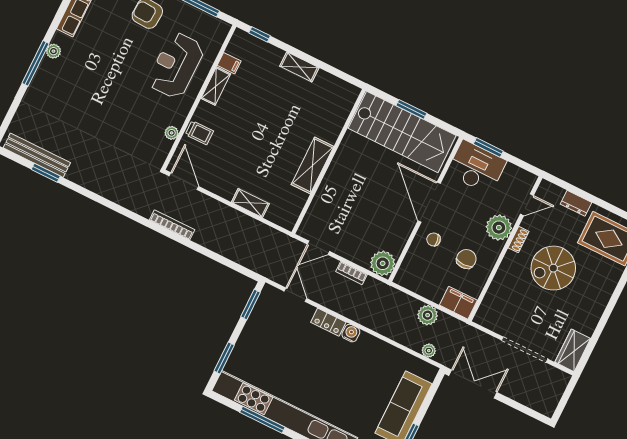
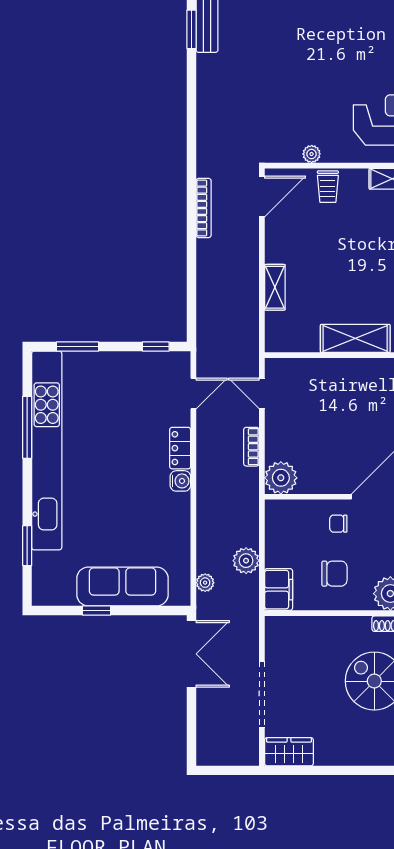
chair: (433, 239) -> (338, 524), turned -80
window: (251, 305) -> (156, 346), width x0.67

